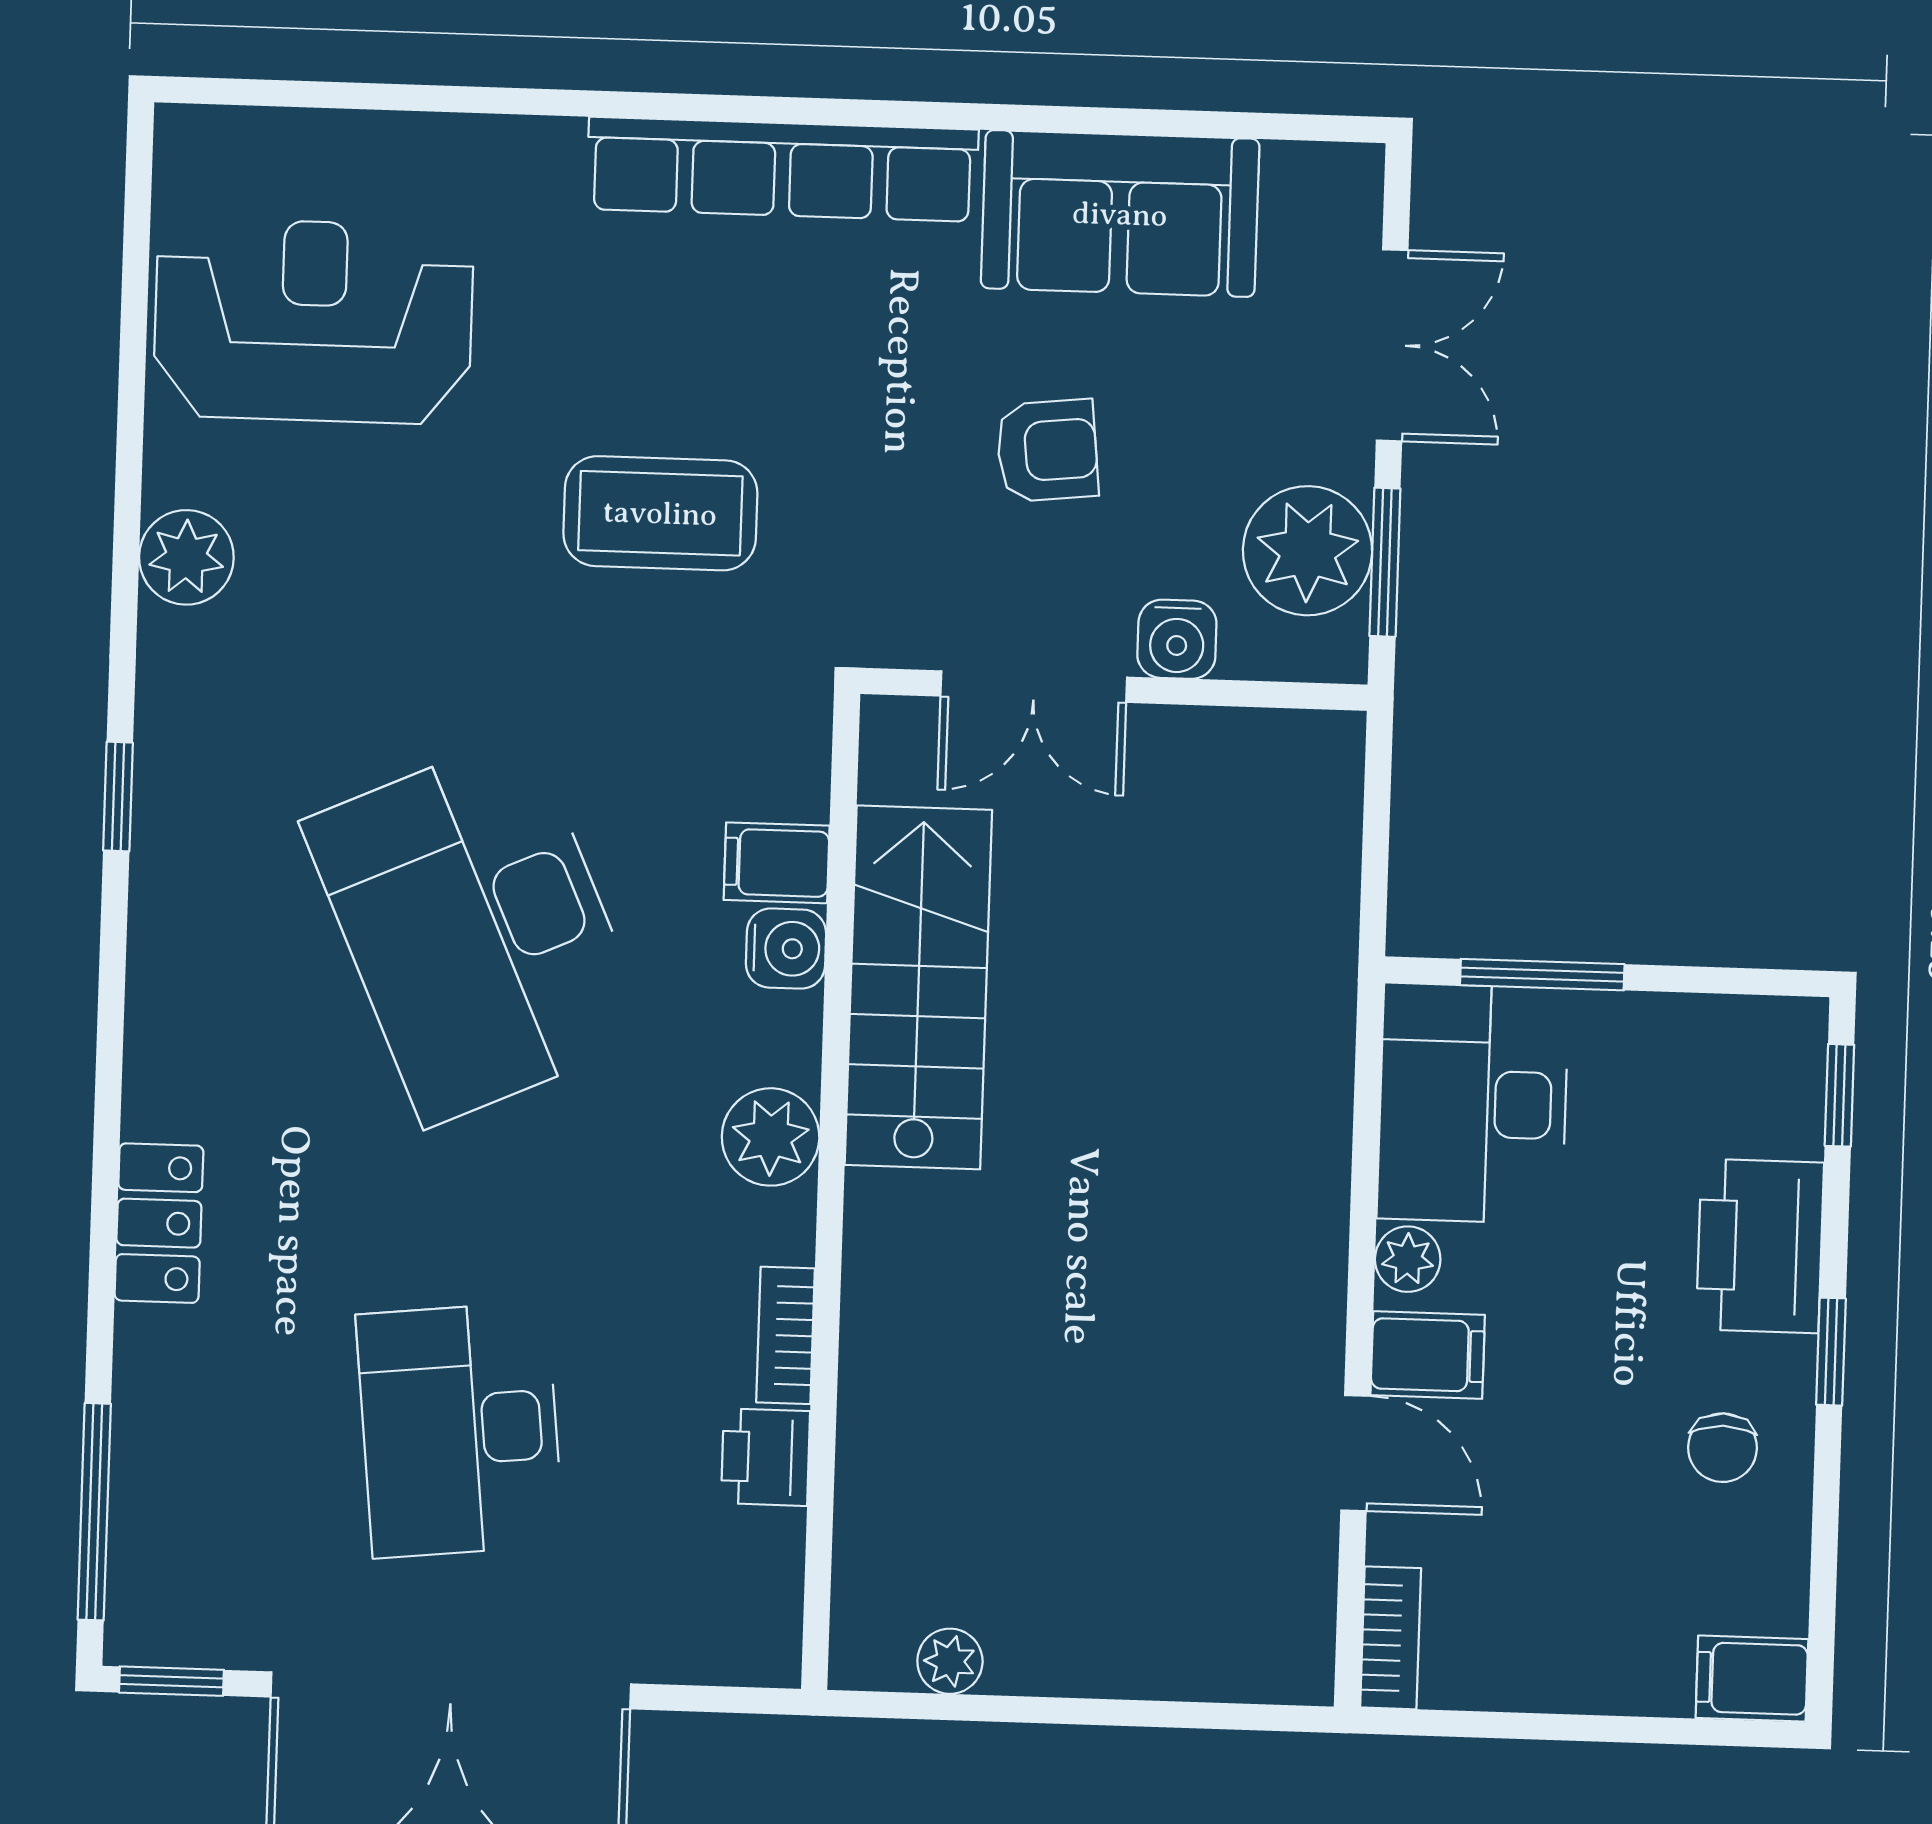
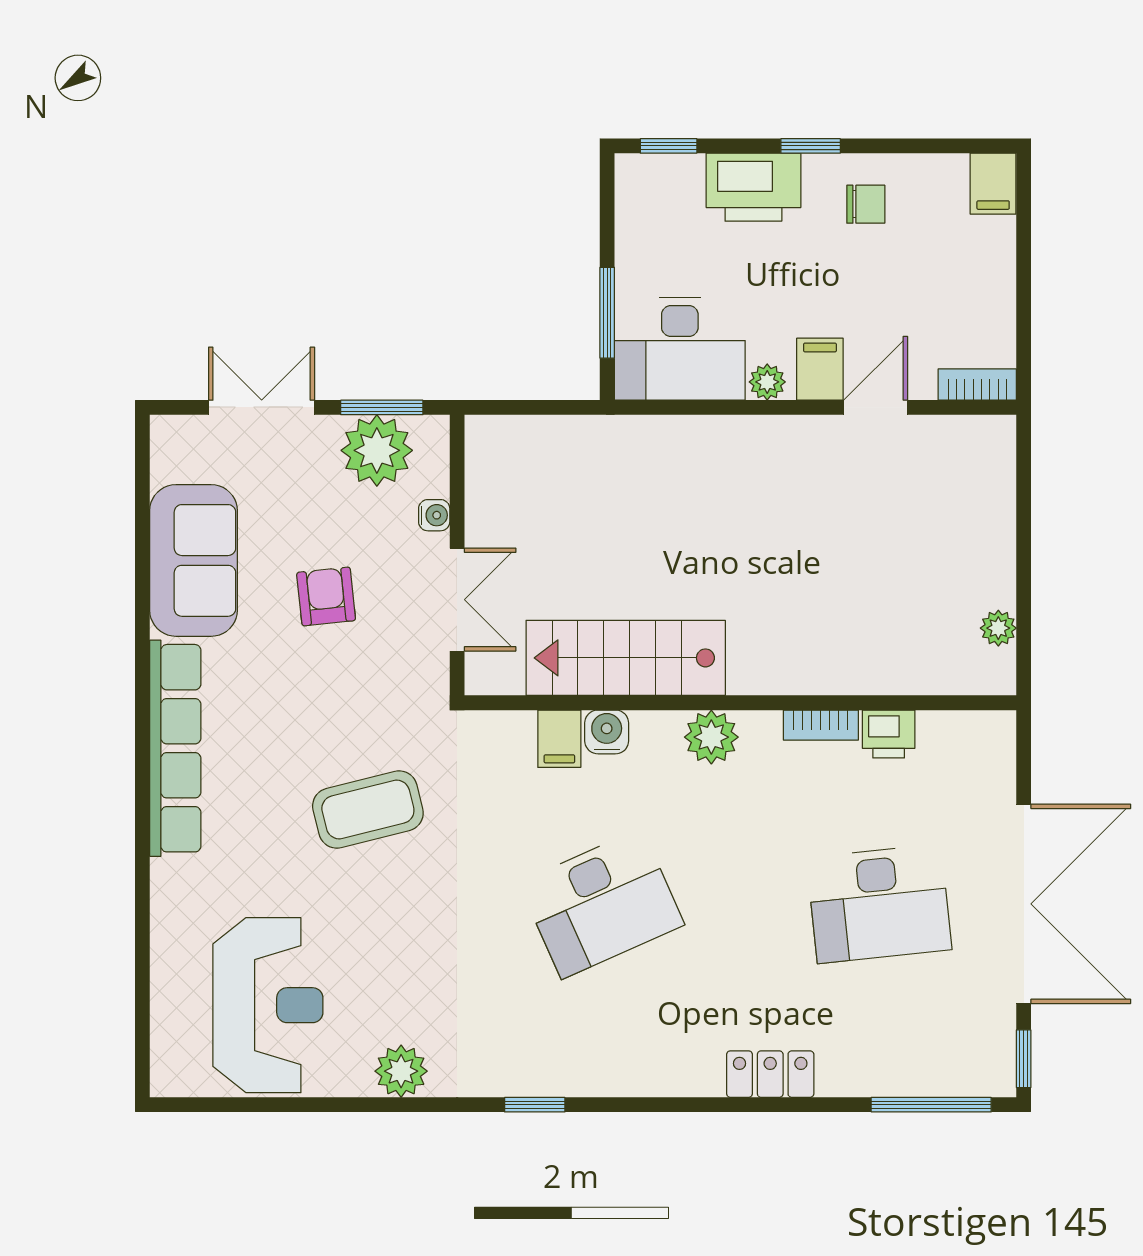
reception desk: (313, 321) -> (268, 1005), turned 180
coffee table: (660, 513) -> (368, 810), turned 76
water cooler: (1177, 639) -> (434, 515), width x0.72, depth x0.72
desk: (476, 929) -> (602, 904), width x0.73, depth x0.77

